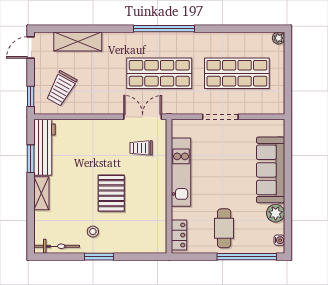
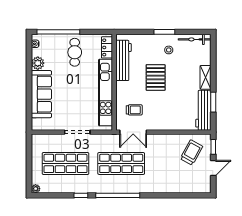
window: (215, 29) -> (81, 195), added
shelving: (78, 41) -> (180, 186), removed
door: (31, 47) -> (213, 168), moved
kitchen unit: (181, 172) -> (106, 93), width x1.36
workbench: (156, 217) -> (124, 60), added

